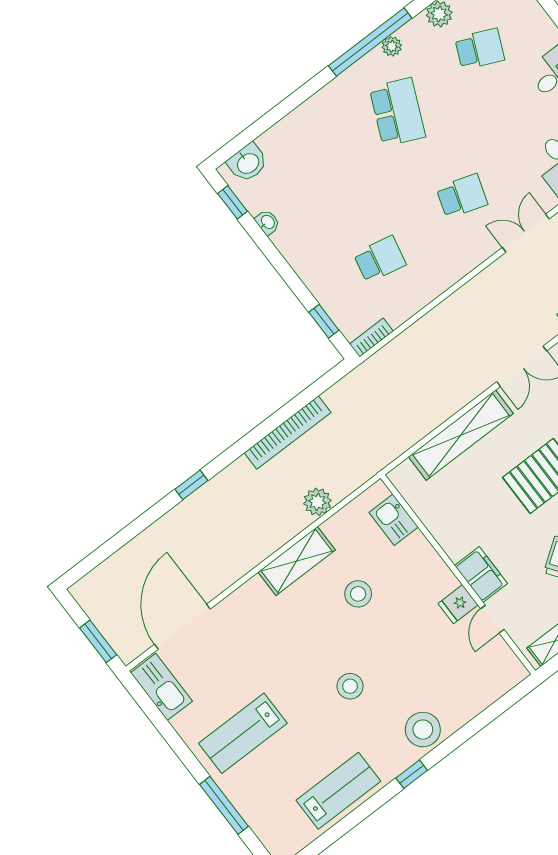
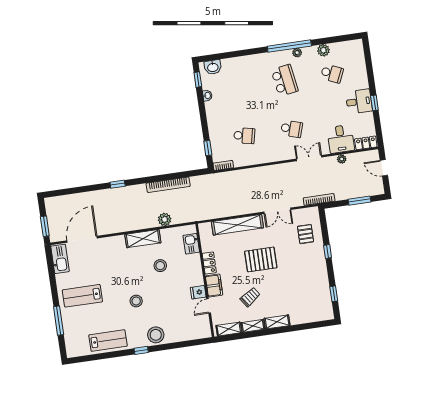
school desk: (397, 112) -> (285, 80), turned -33
locker: (448, 537) -> (209, 263), added

